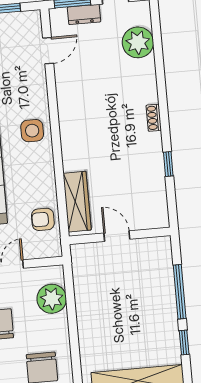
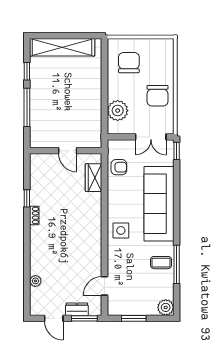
plant: (138, 42) -> (35, 281), width x0.53, depth x0.53
shoe rack: (154, 118) -> (34, 215), moved
wardrobe: (77, 202) -> (94, 178), width x0.67

